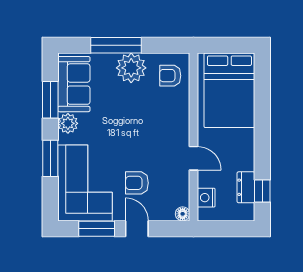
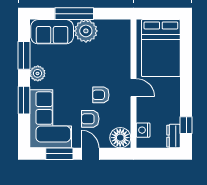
armchair: (170, 76) -> (101, 95), moved
sofa: (74, 84) -> (52, 32), moved, turned 90
door: (194, 158) -> (133, 88), moved
dresser: (246, 187) -> (173, 136), moved
floor lamp: (183, 214) -> (120, 138), width x1.89, depth x1.89

